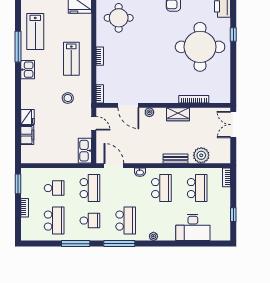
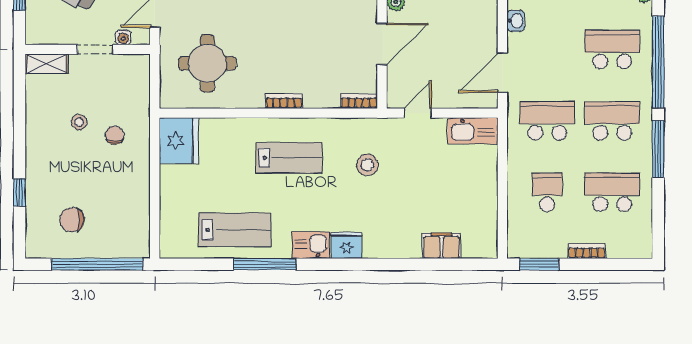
fridge: (27, 117) -> (346, 245), moved
school desk: (90, 221) -> (612, 121), width x1.85
window: (119, 244) -> (658, 62), width x1.46

